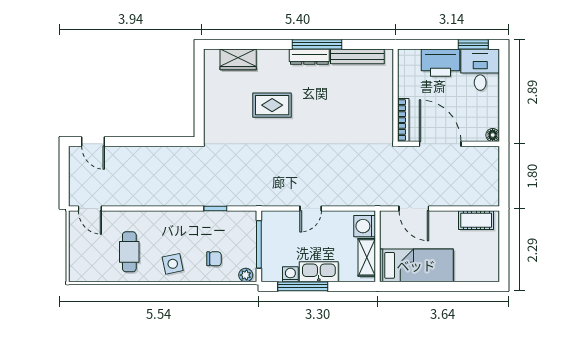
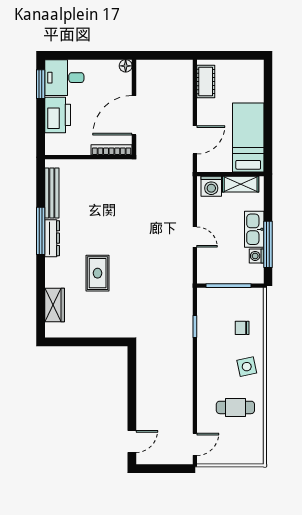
chair: (214, 259) -> (242, 328), turned -90
plant: (246, 275) -> (257, 298), removed

